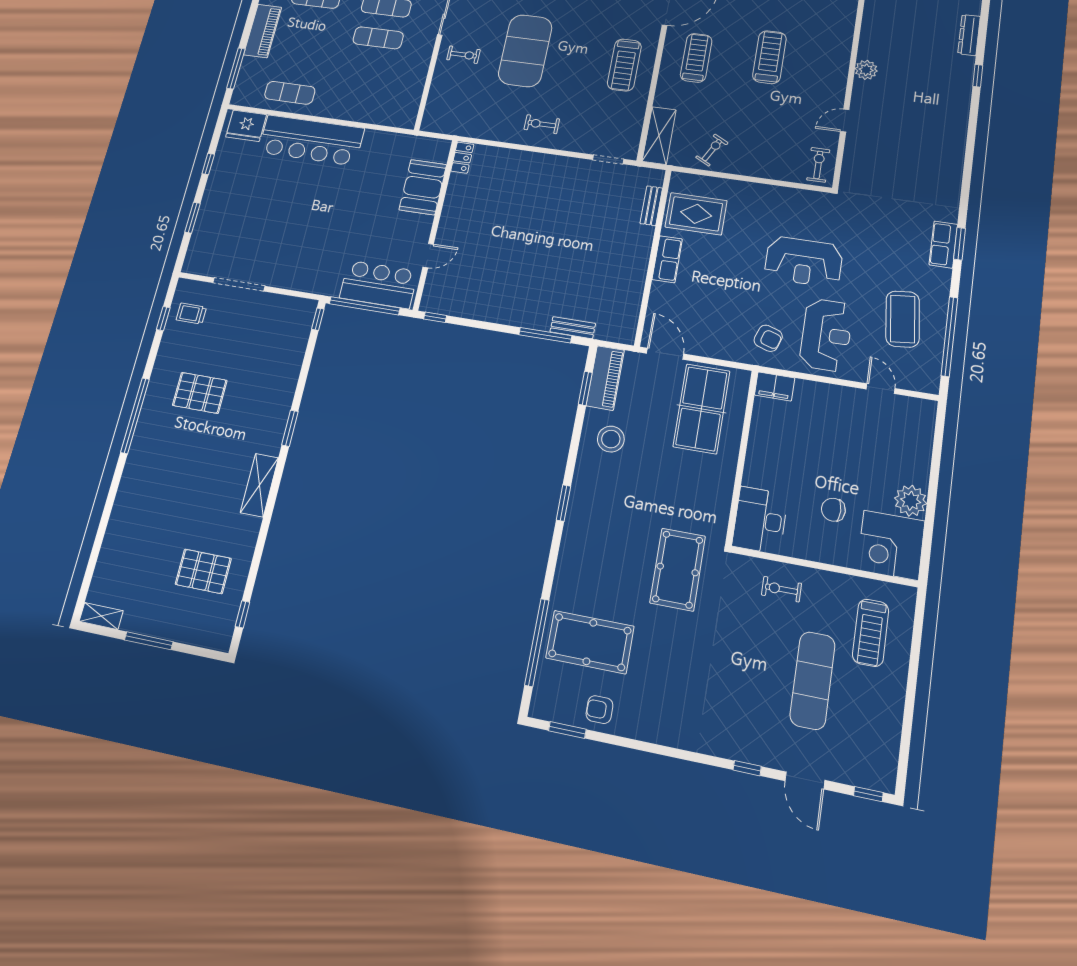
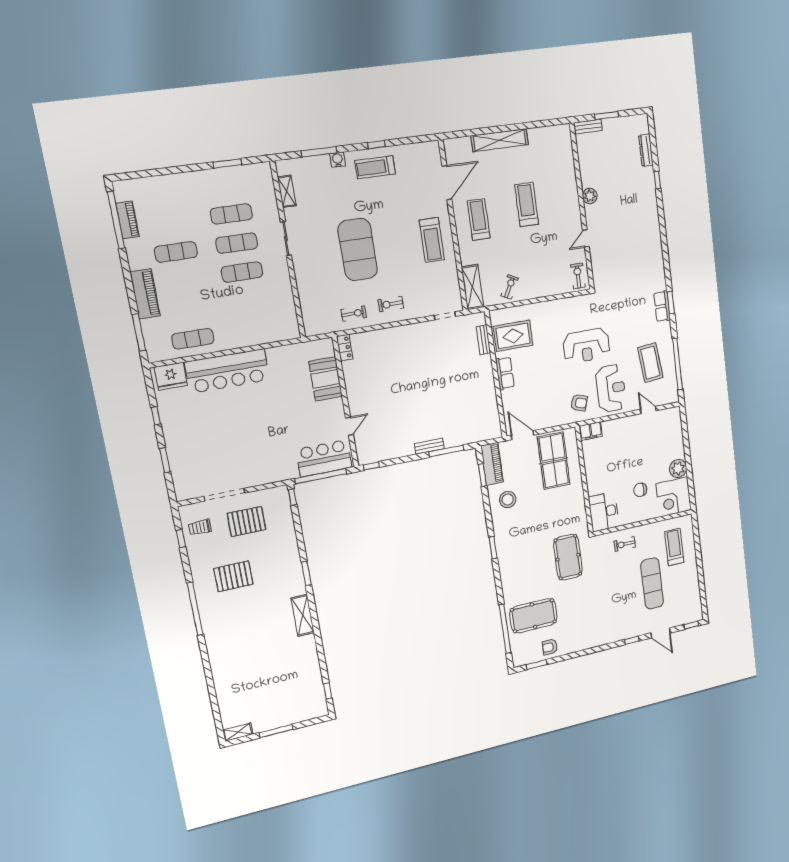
exercise bike: (463, 55) -> (354, 313), moved
bench: (573, 328) -> (429, 446), moved
pallet: (203, 571) -> (246, 522), moved
treadmill: (871, 633) -> (674, 547), turned 180

